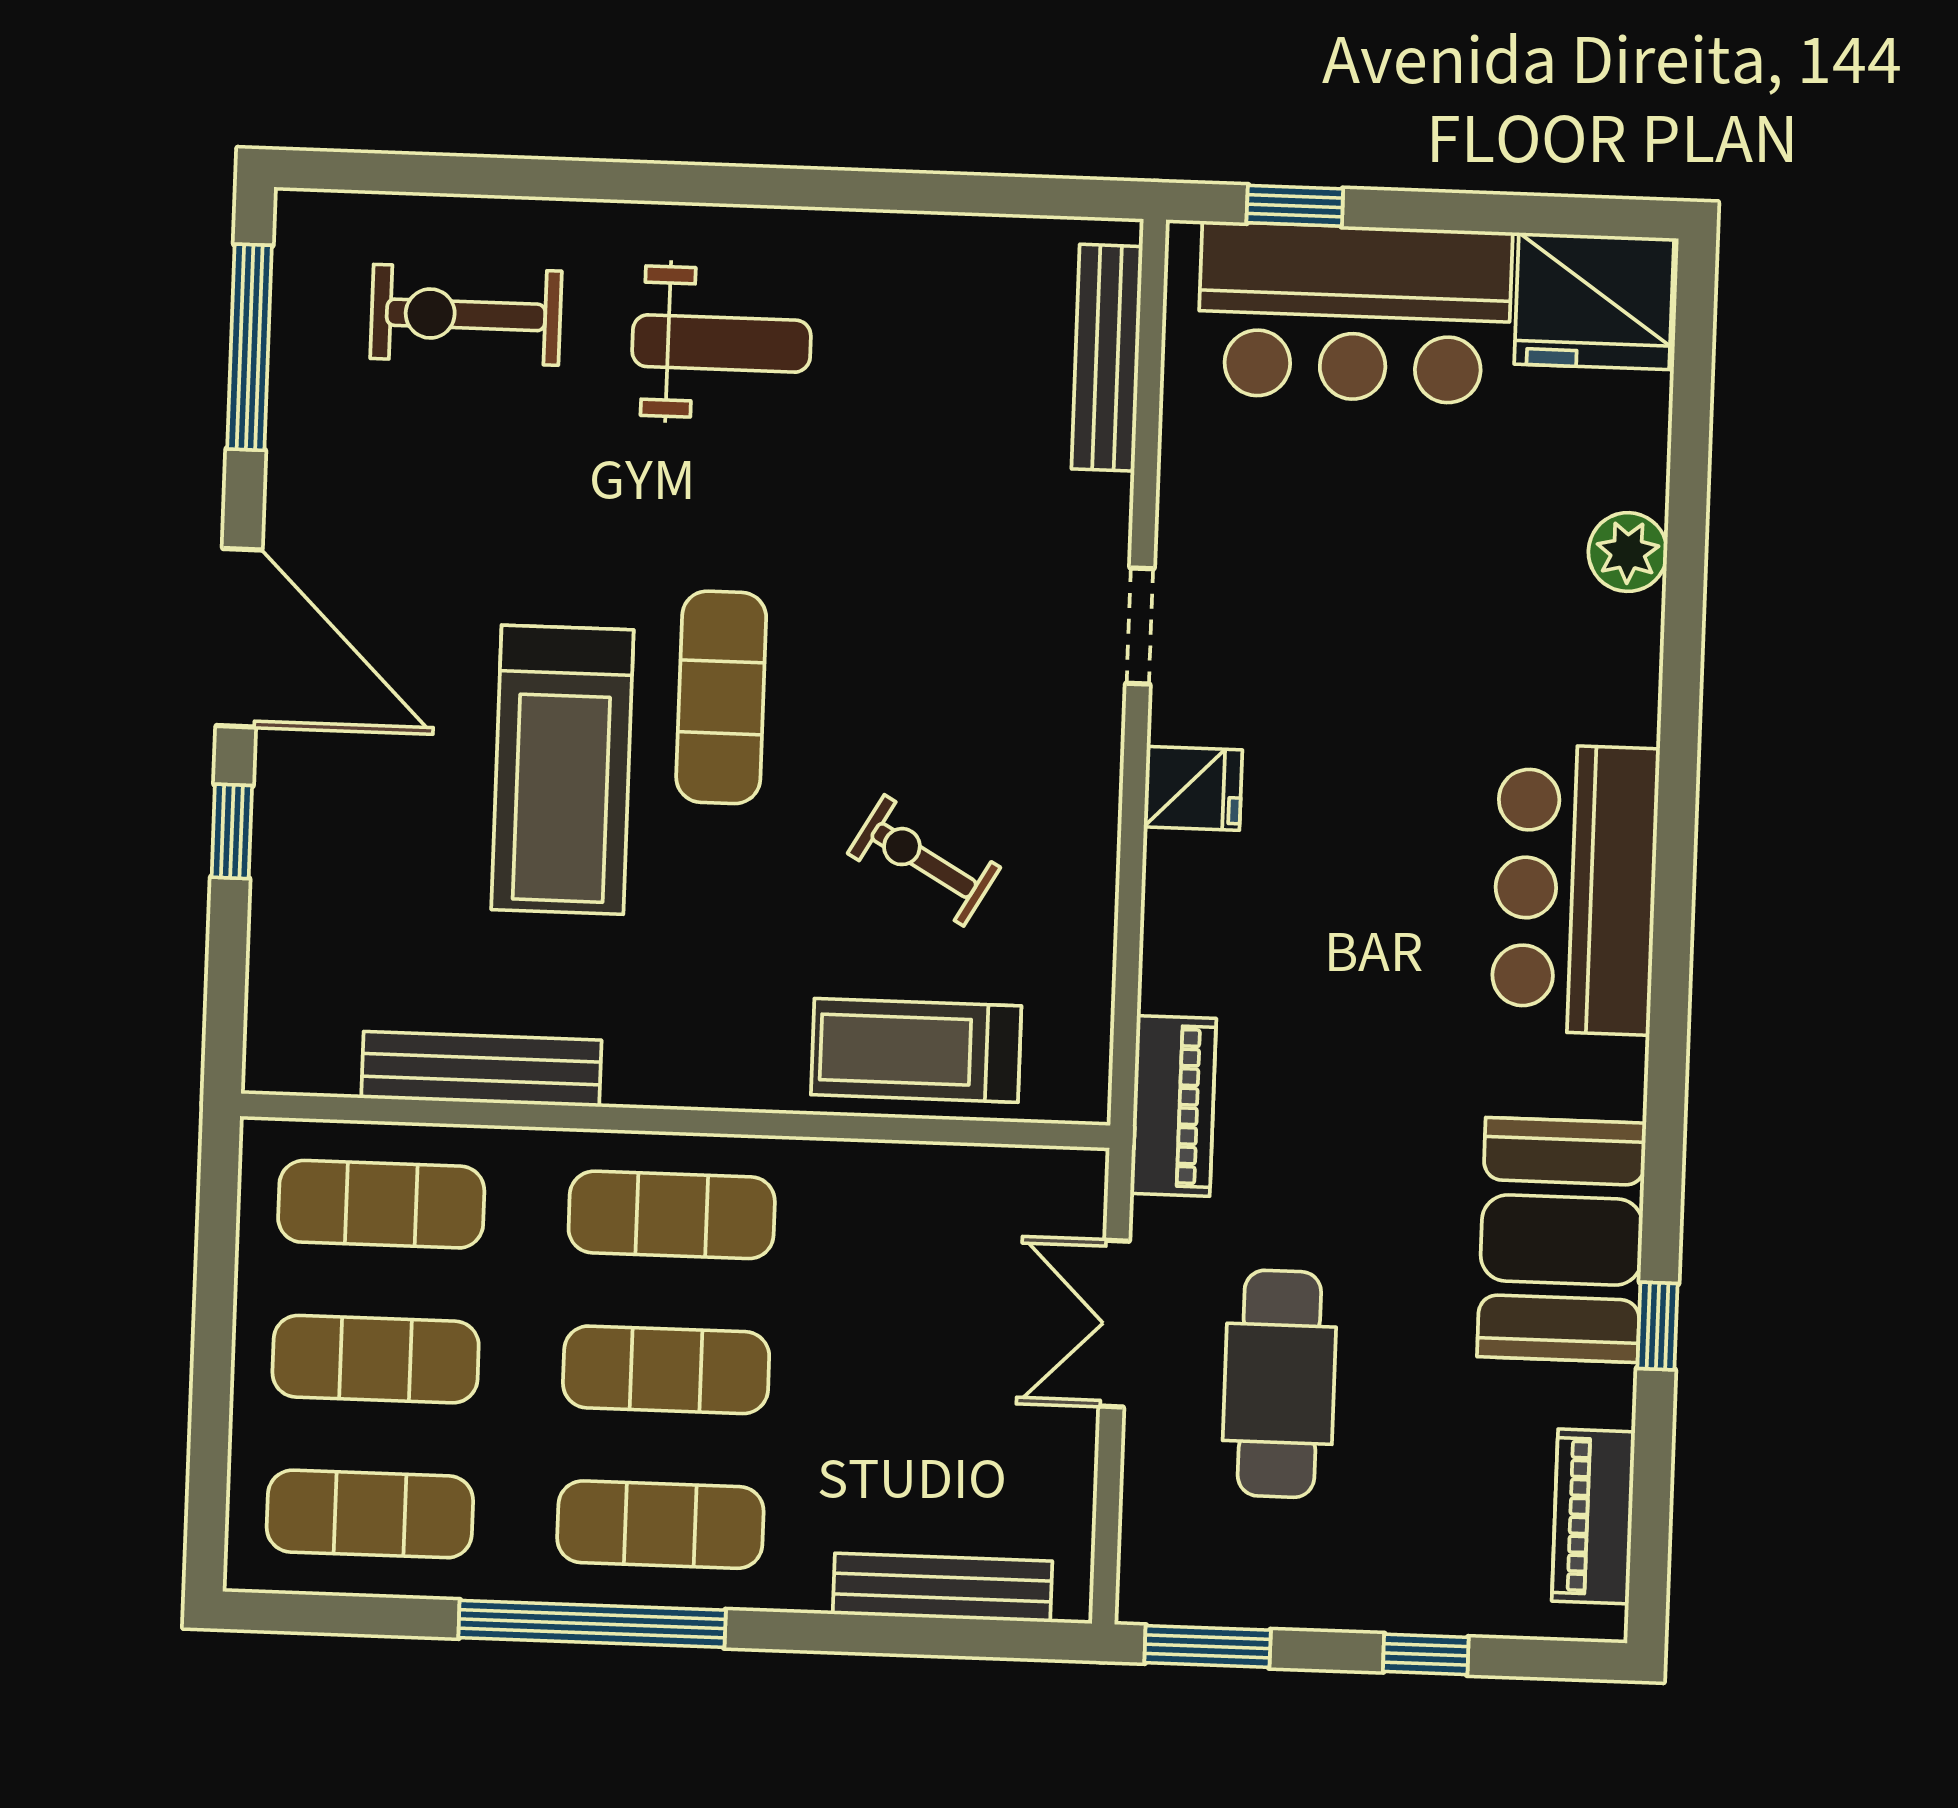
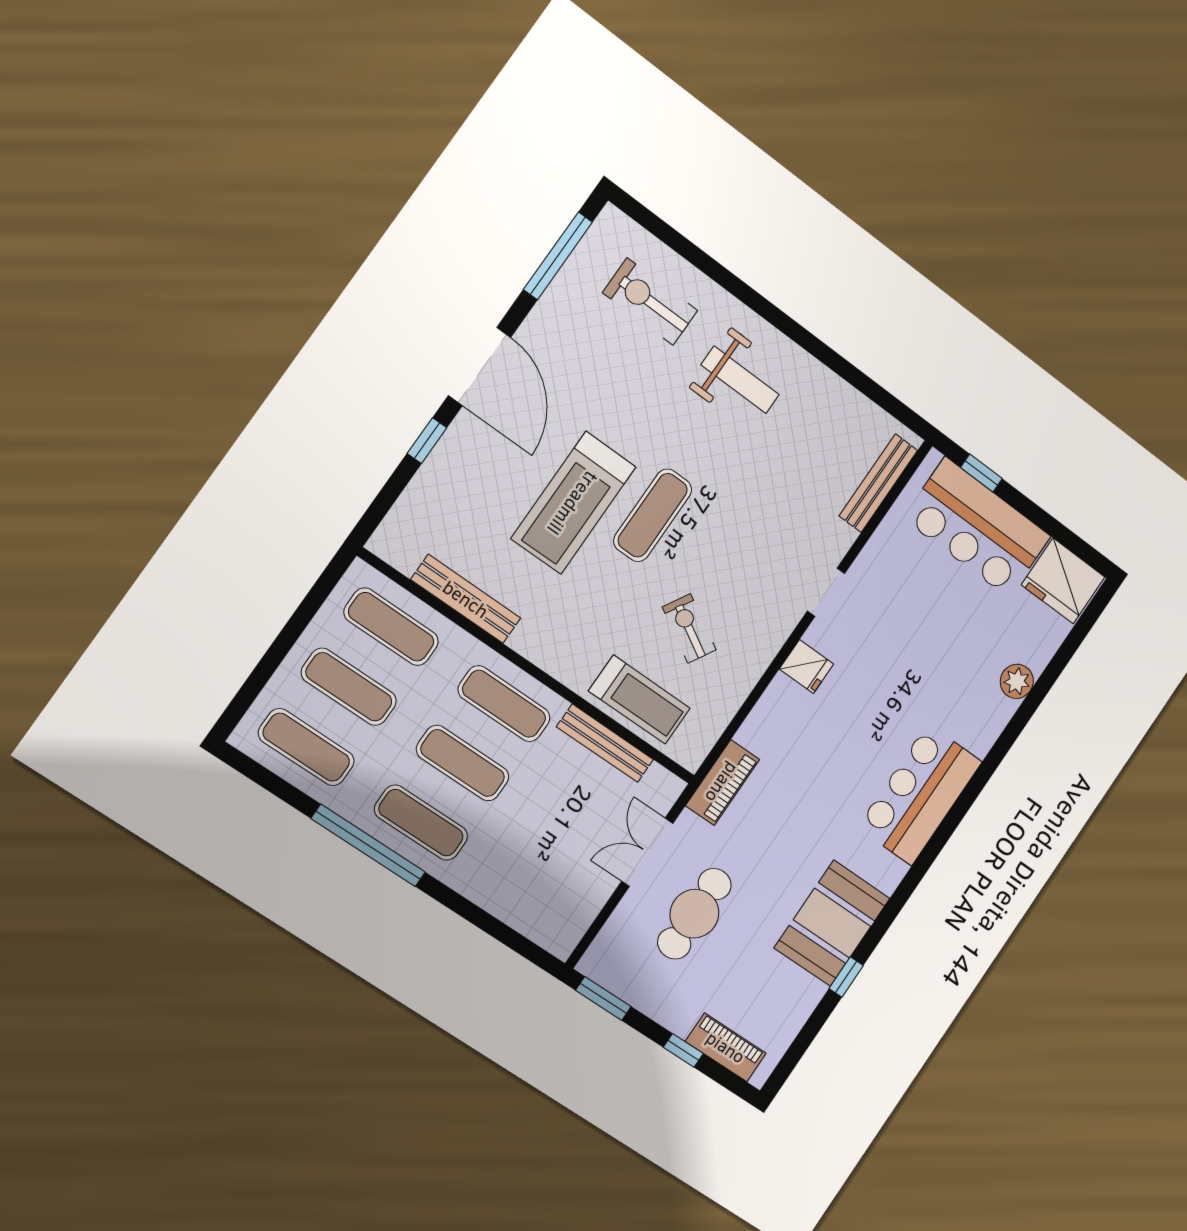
treadmill: (916, 1050) -> (640, 700), turned 180
piano: (1593, 1516) -> (726, 1047), moved, turned 90
bench: (942, 1588) -> (605, 743), moved

